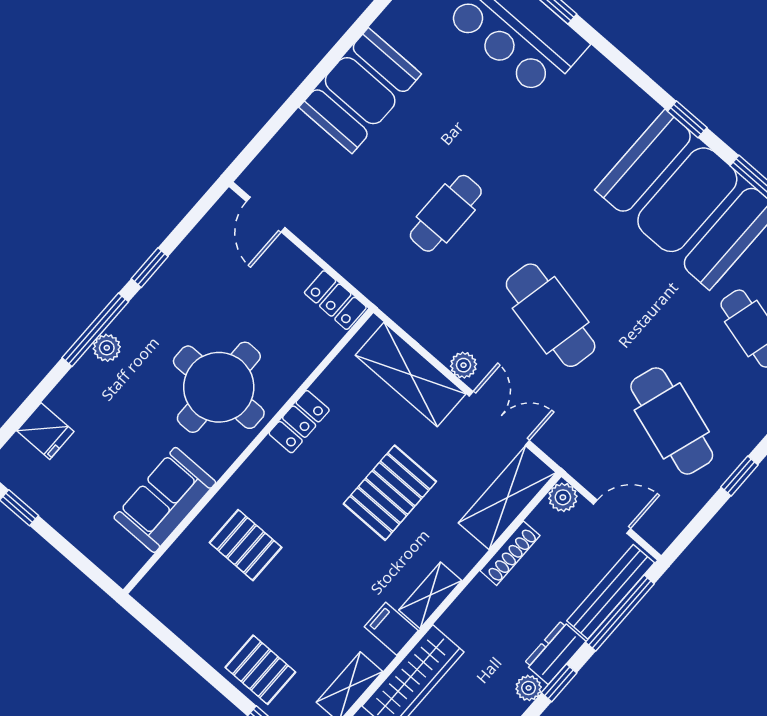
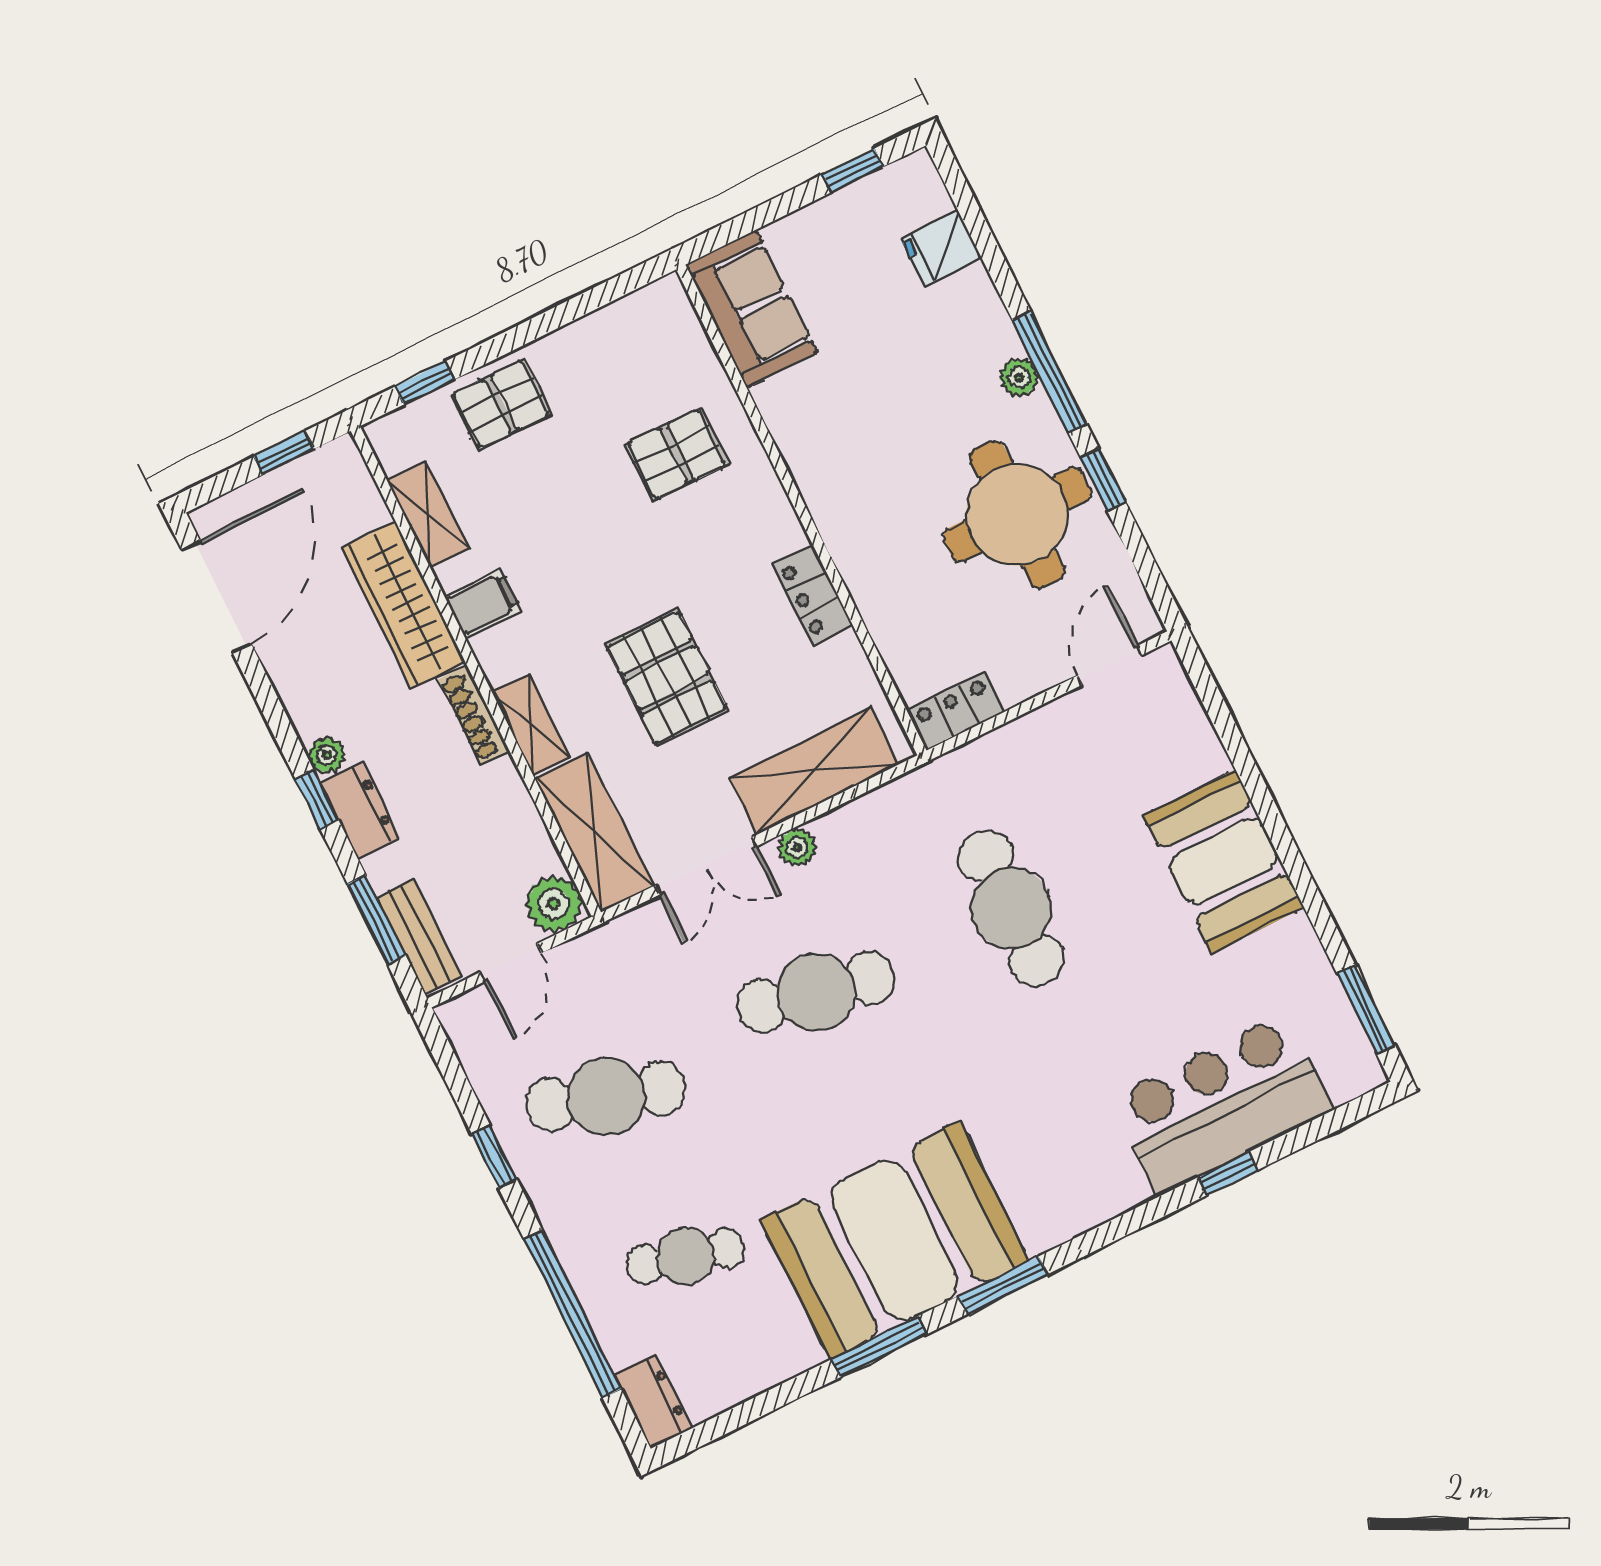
window: (687, 119) -> (1003, 1285), width x1.50
cafe table: (446, 213) -> (1011, 908), width x1.37, depth x1.35
door: (266, 215) -> (1110, 665), hinge flipped
round table: (219, 387) -> (1017, 515), moved
plant: (563, 497) -> (554, 904), width x1.38, depth x1.38
sofa: (165, 500) -> (751, 309), moved
shoe rack: (510, 553) -> (474, 715), moved
bench: (611, 592) -> (419, 937), width x0.73
shelving: (430, 595) -> (531, 725), moved
window: (620, 613) -> (377, 920), width x0.69

